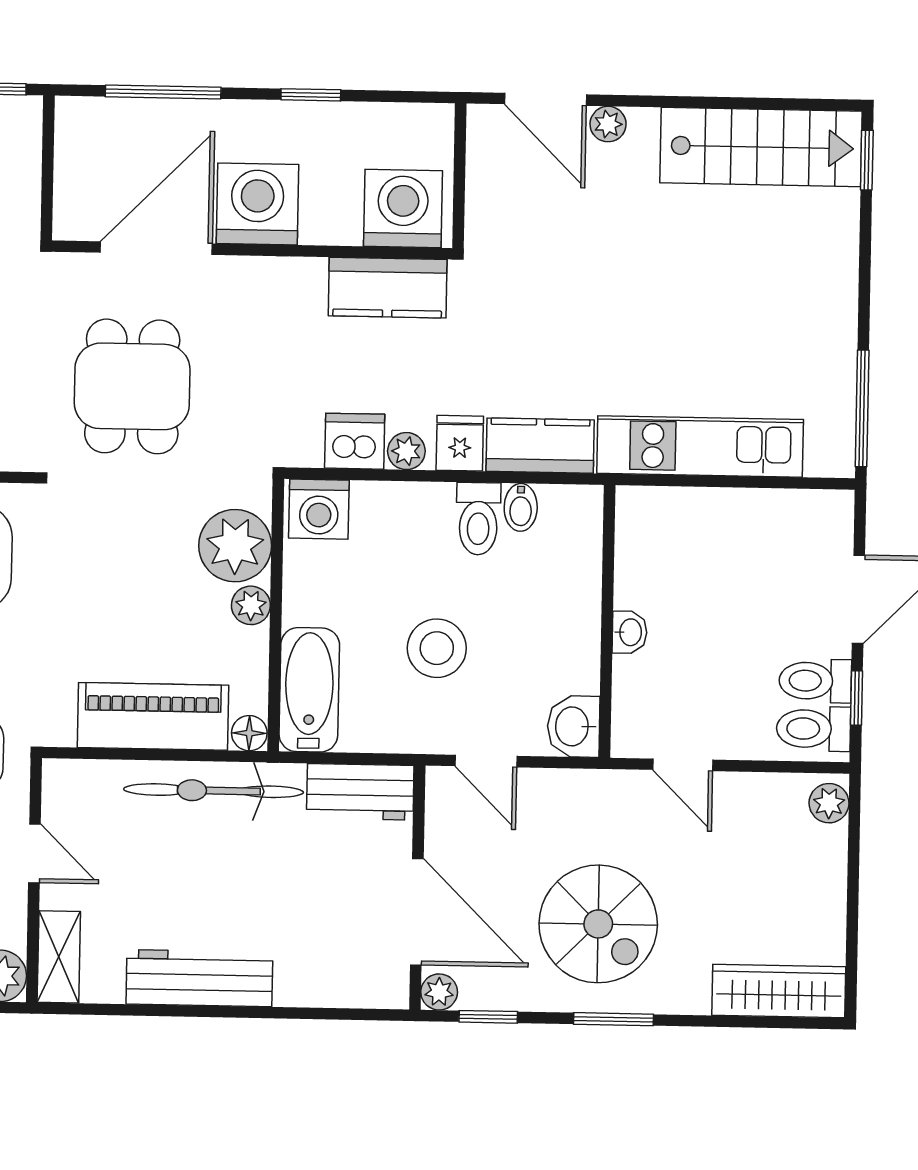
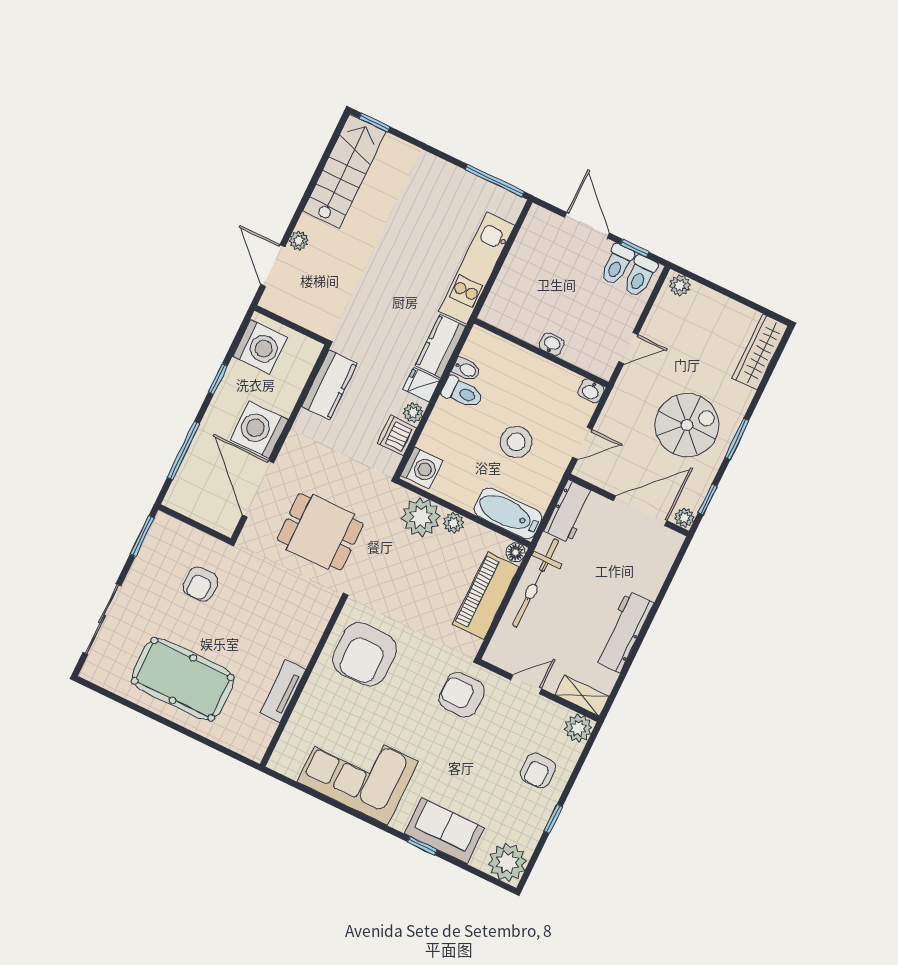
door: (546, 99) -> (273, 266), swing flipped
washing machine: (403, 209) -> (260, 347), moved, turned 180
washbasin: (573, 726) -> (591, 391), width x0.72, depth x0.69

